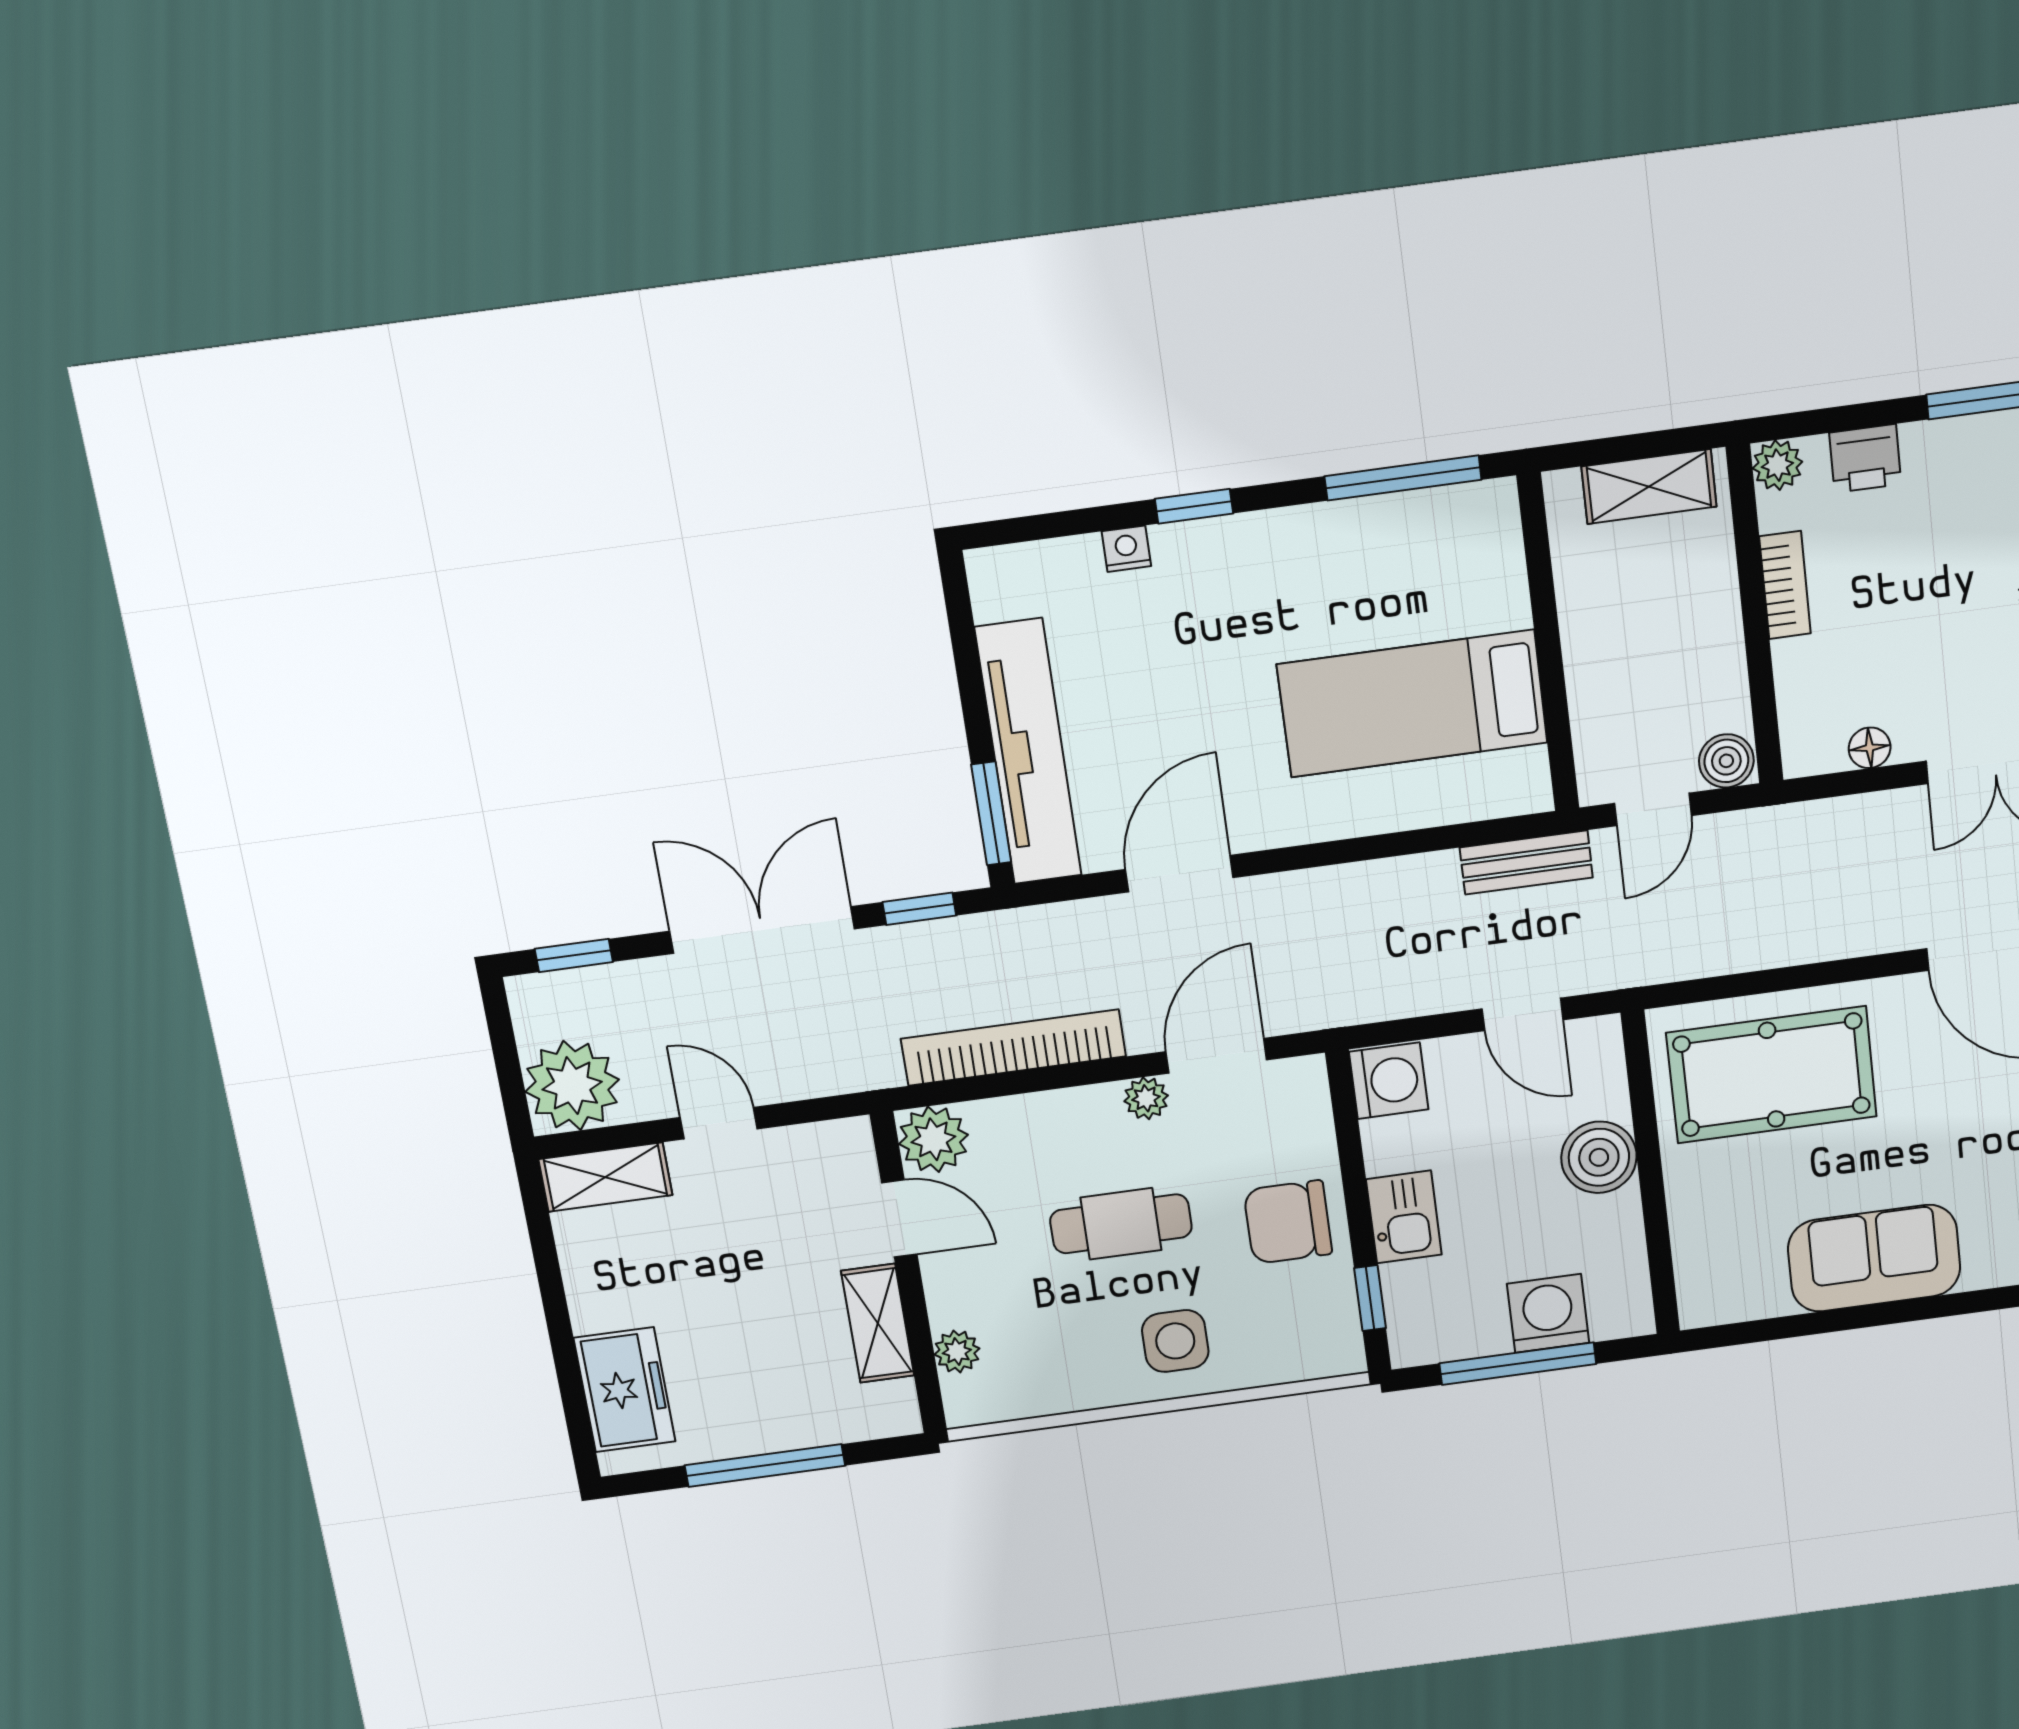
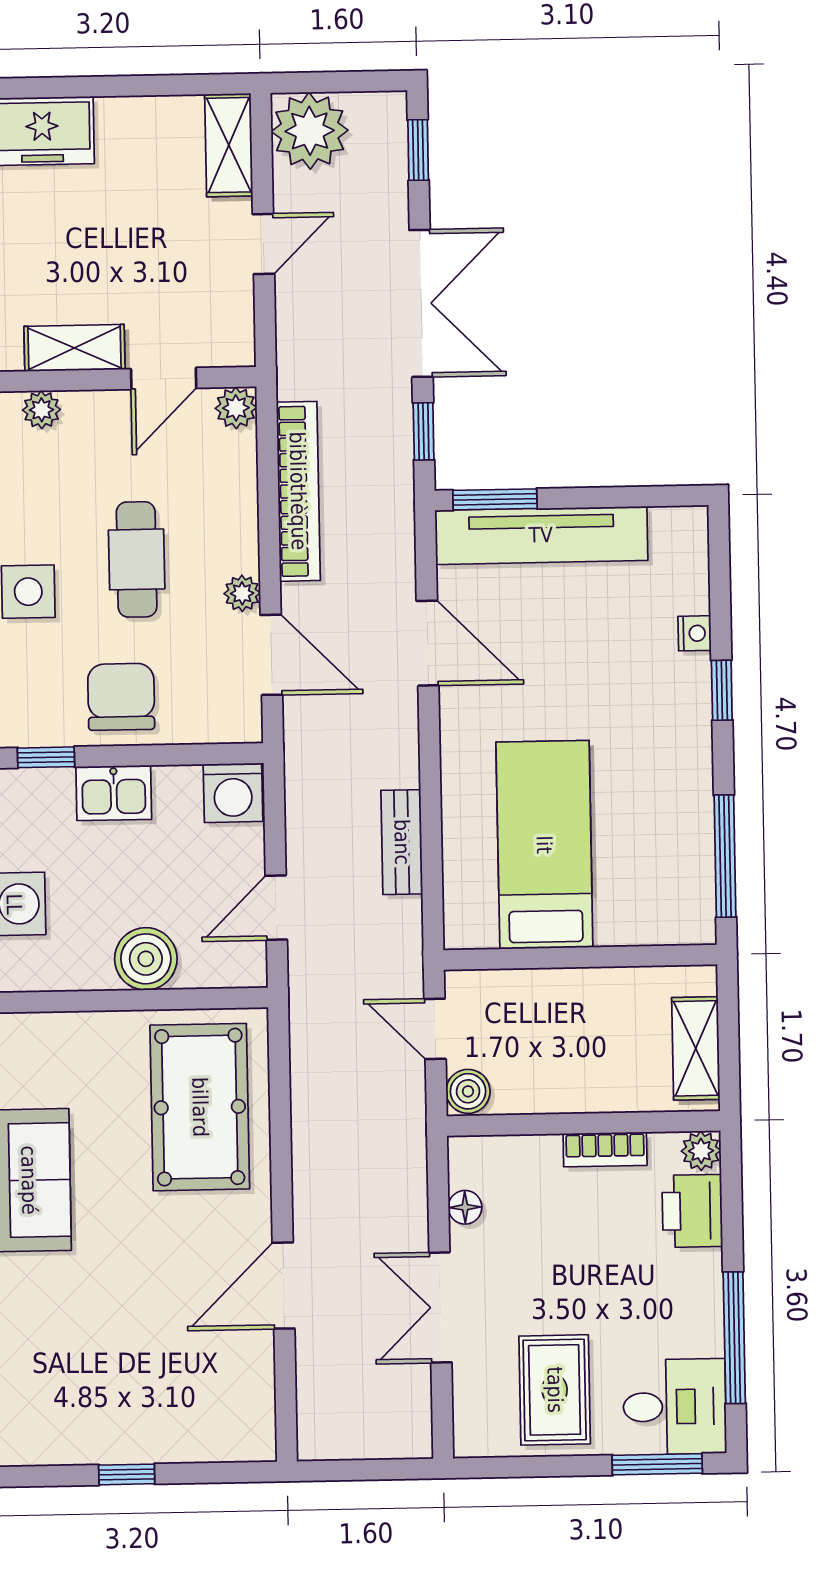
printer: (1865, 459) -> (692, 1211), width x1.36, depth x1.24
bench: (1526, 863) -> (402, 842), moved
plant: (933, 1139) -> (236, 408), width x0.73, depth x0.73

